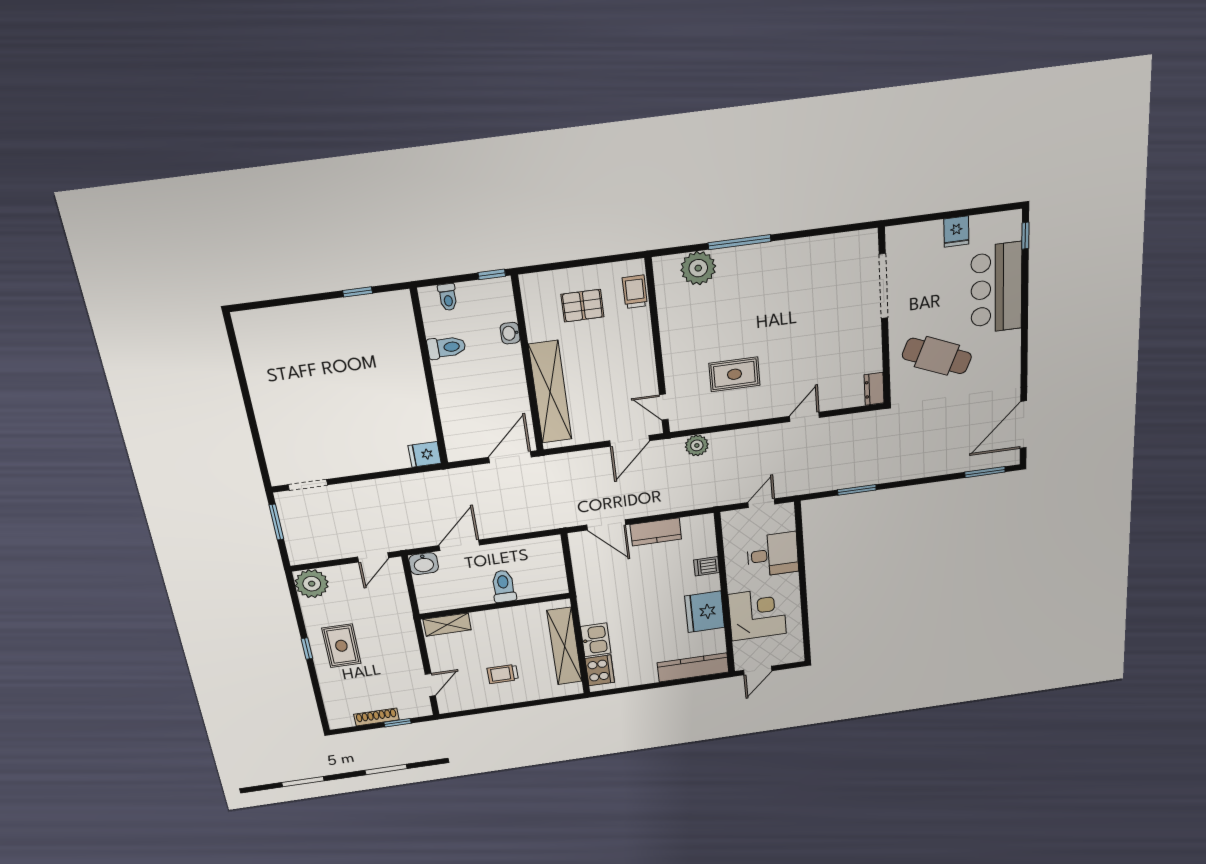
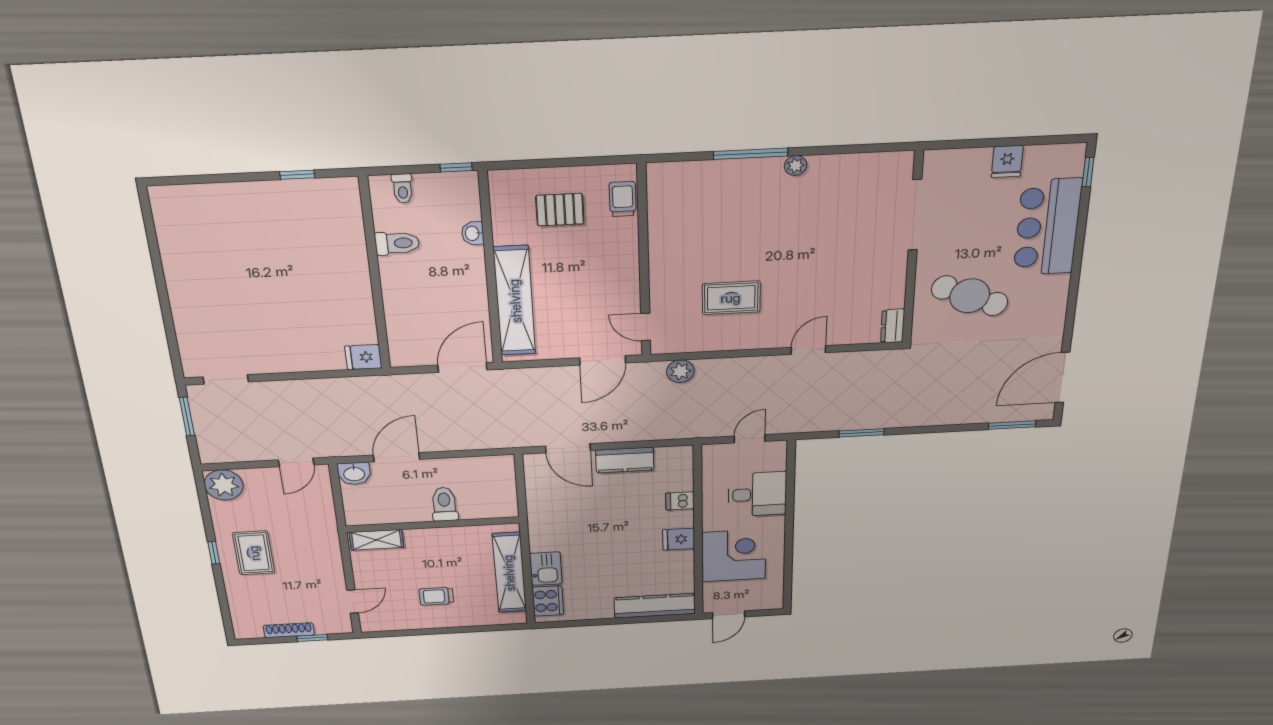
plant: (698, 268) -> (796, 166), moved, width x0.53, depth x0.53
fridge: (705, 612) -> (679, 539), width x0.53, depth x0.75

